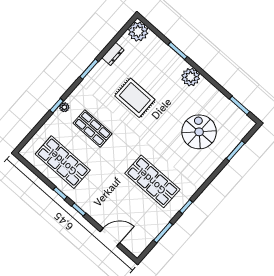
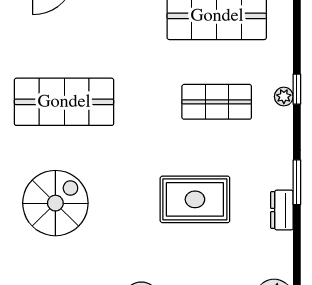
dresser: (113, 54) -> (282, 210), moved
spiral stairs: (199, 132) -> (55, 203), moved, turned -90

